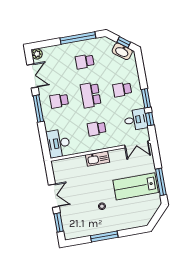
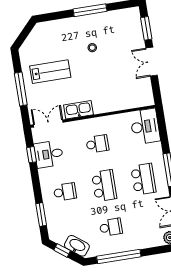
washbasin: (122, 51) -> (77, 246), moved
window: (146, 98) -> (41, 214), moved
school desk: (59, 101) -> (143, 179), width x1.85
kitchen sink: (98, 159) -> (78, 110), moved
window: (161, 182) -> (21, 89), moved
lab bench: (136, 186) -> (50, 72), width x0.73, depth x0.72

